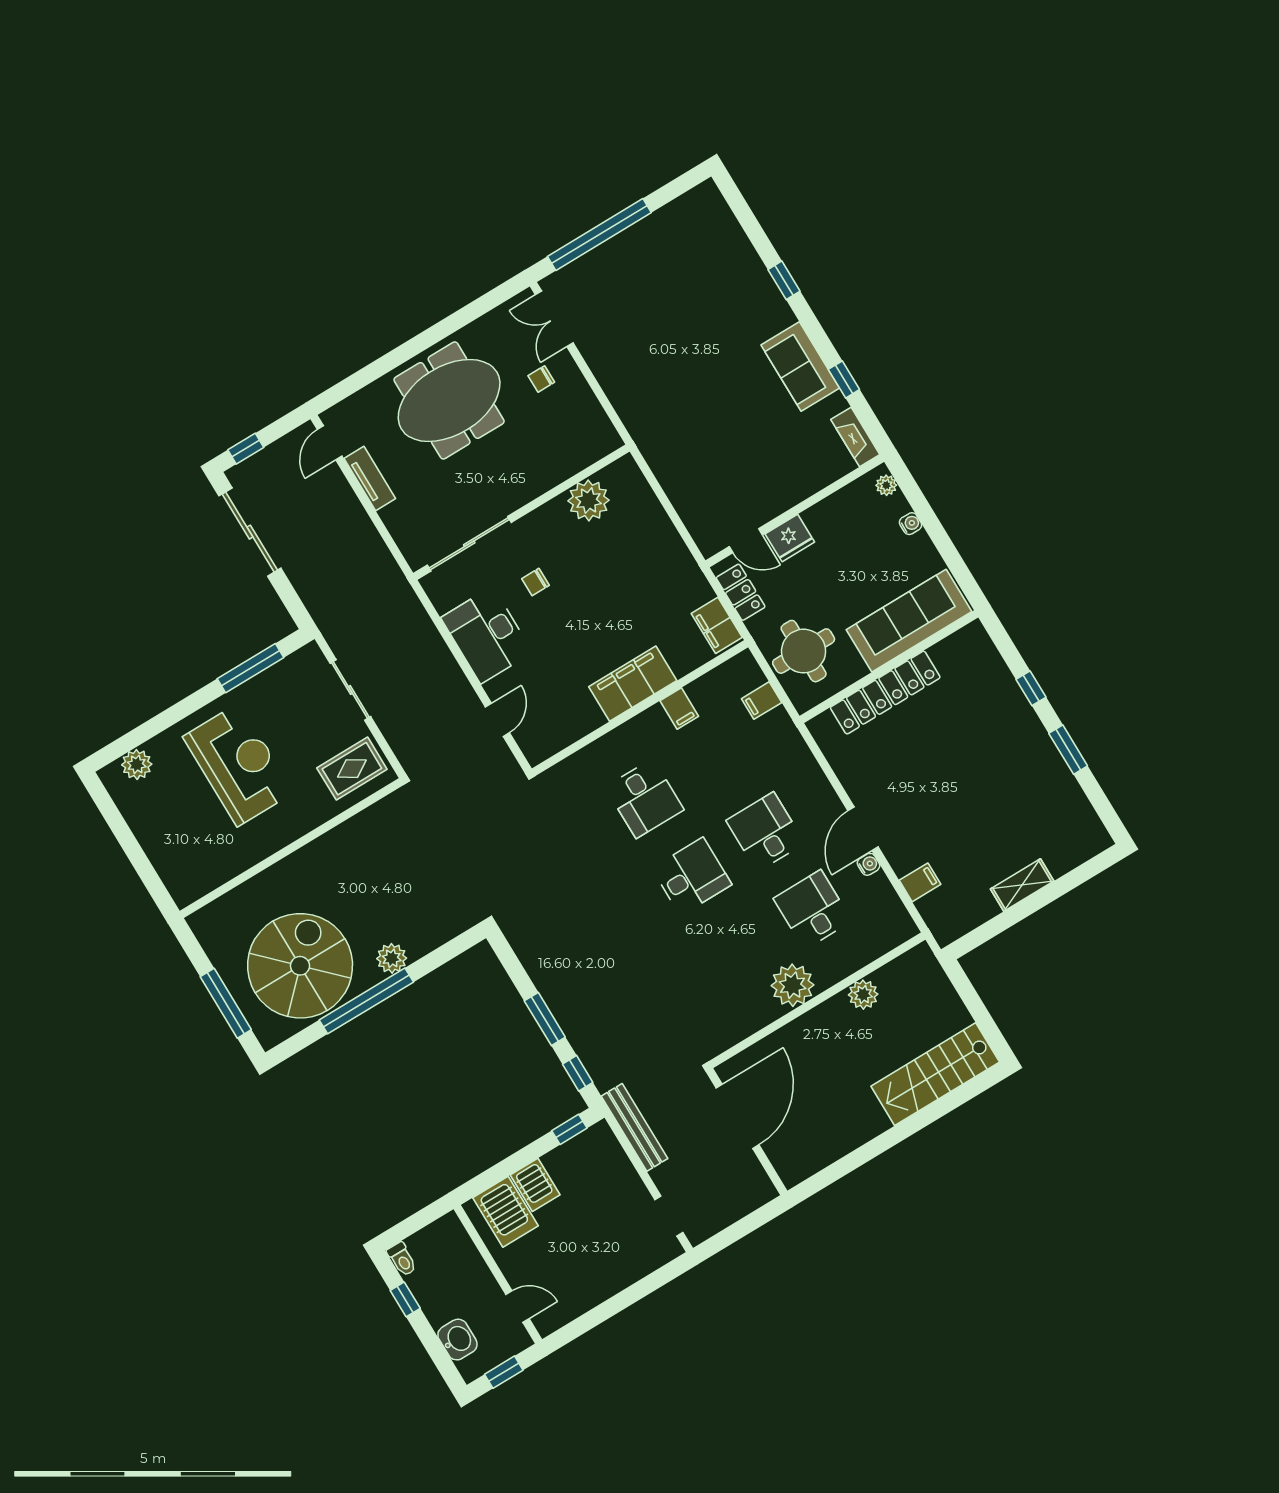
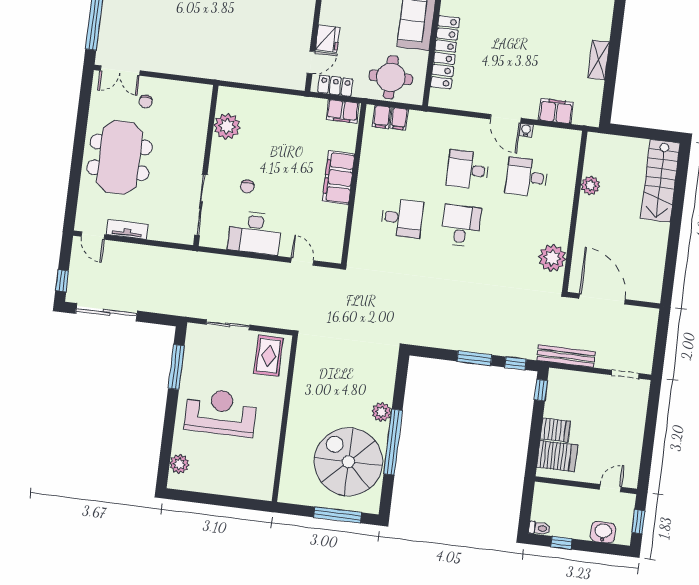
filing cabinet: (679, 709) -> (382, 117), moved, turned 90
filing cabinet: (920, 882) -> (556, 111), width x2.00
plant: (792, 985) -> (552, 258), moved

